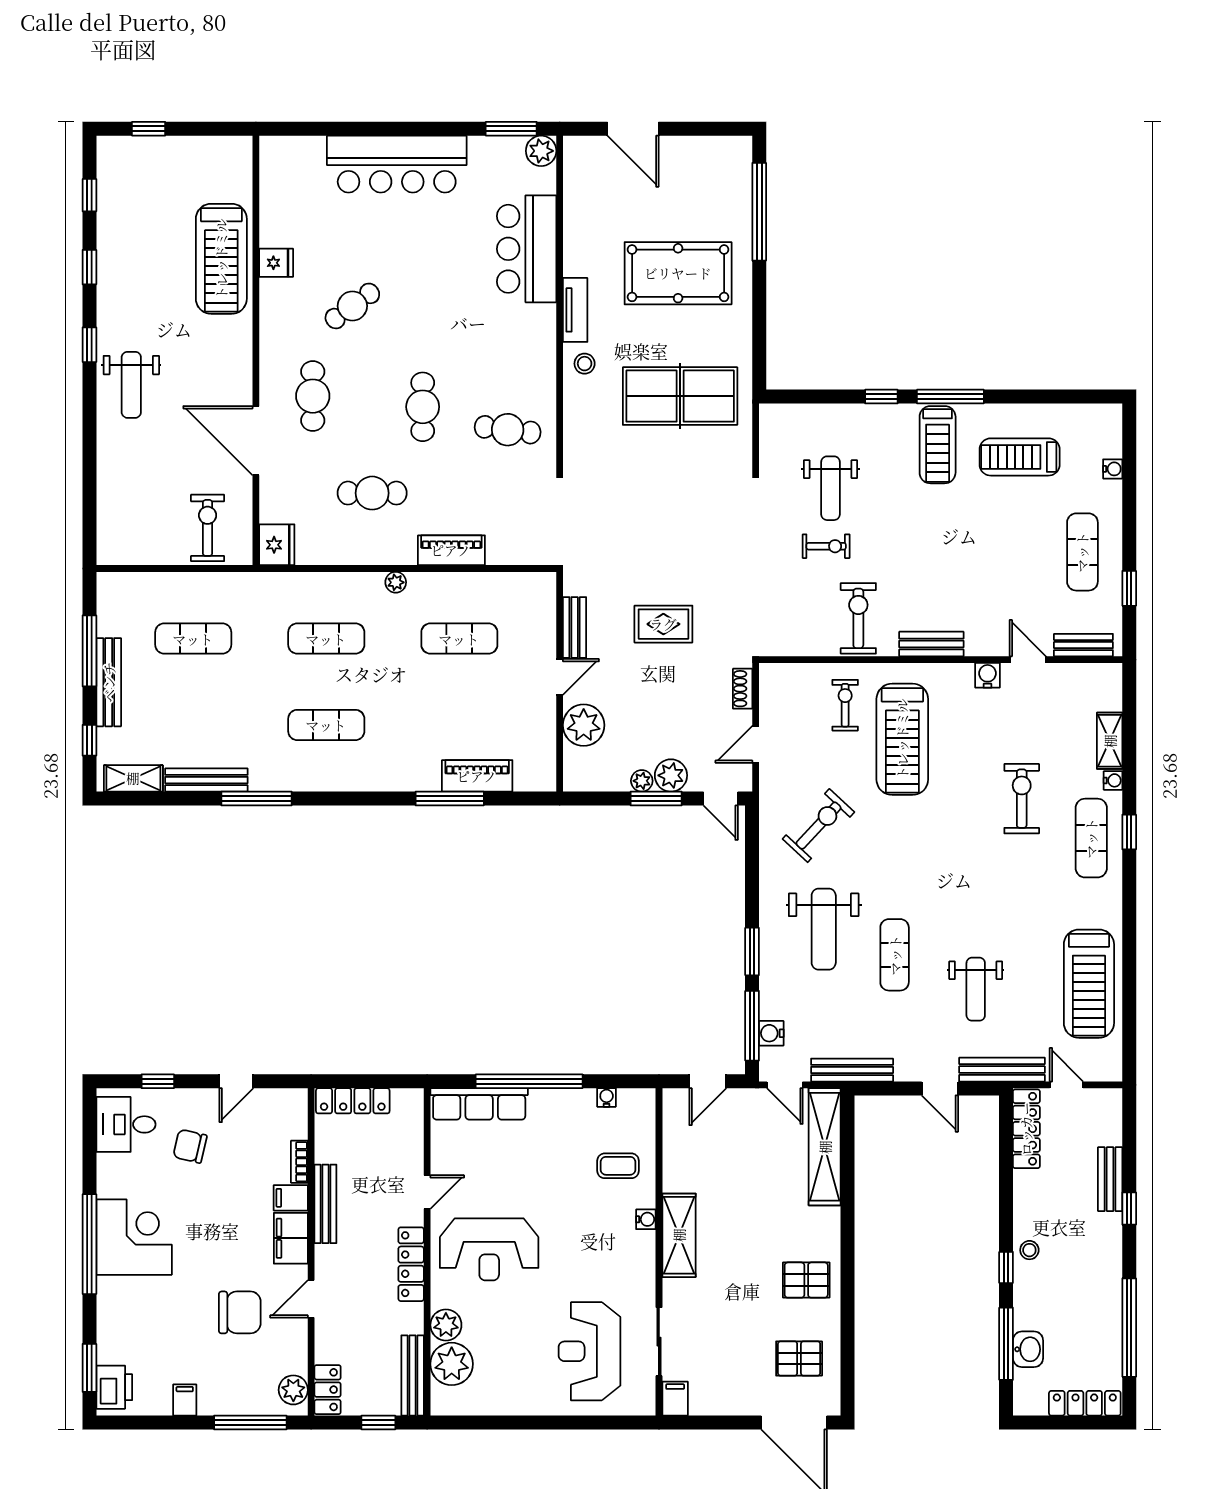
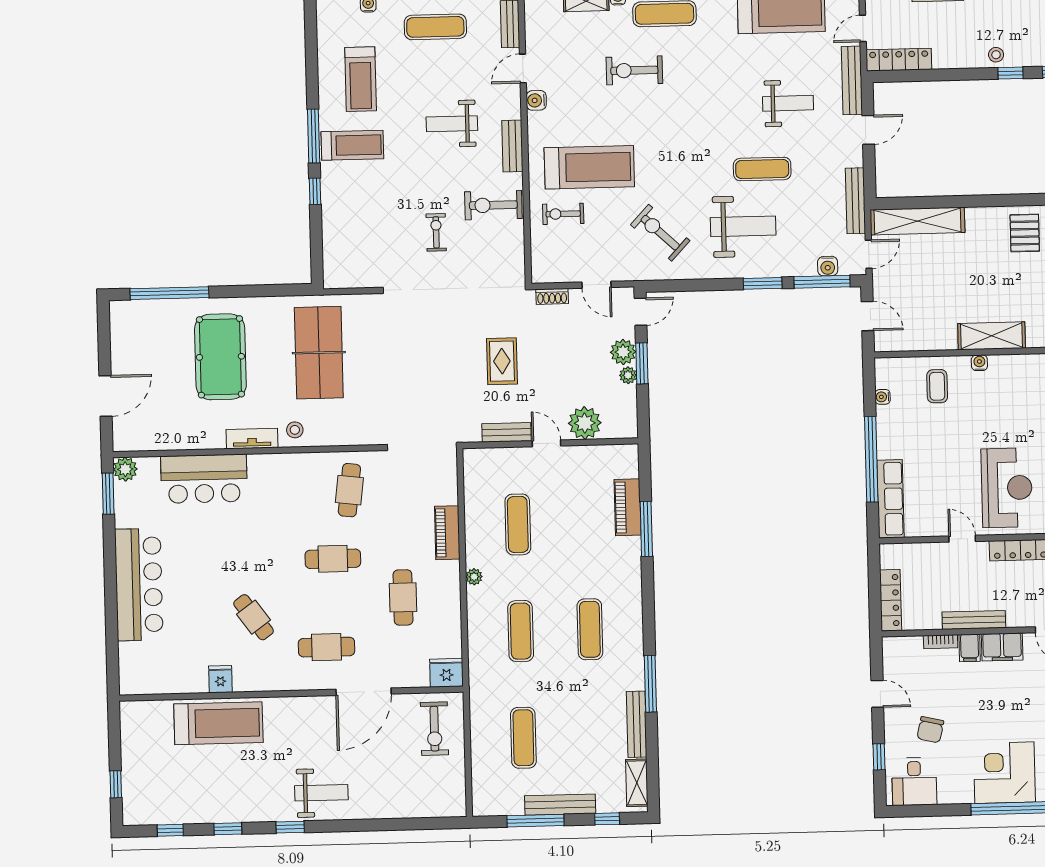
weight bench: (831, 488) -> (452, 124), moved, turned 180
exercise bike: (208, 528) -> (434, 729), turned -90

